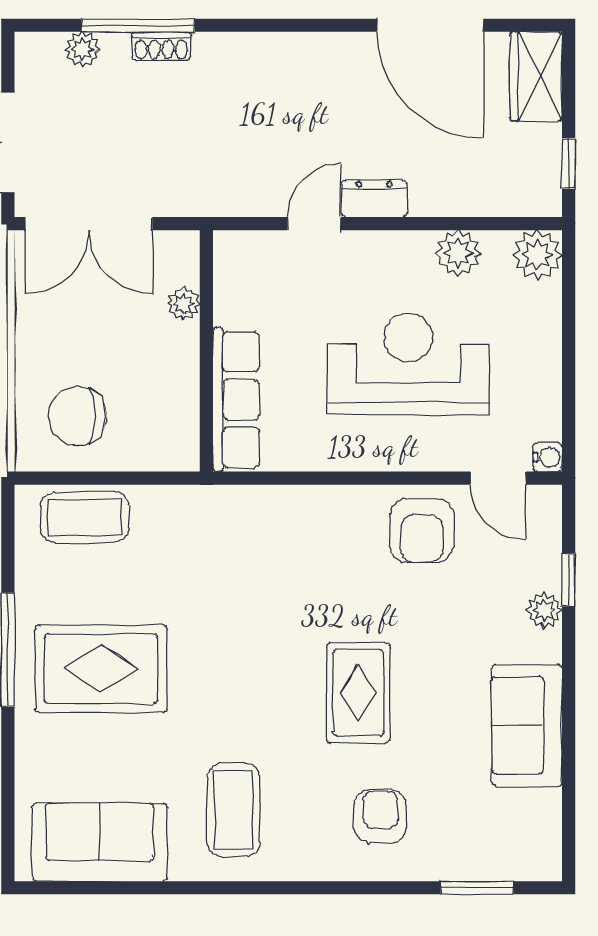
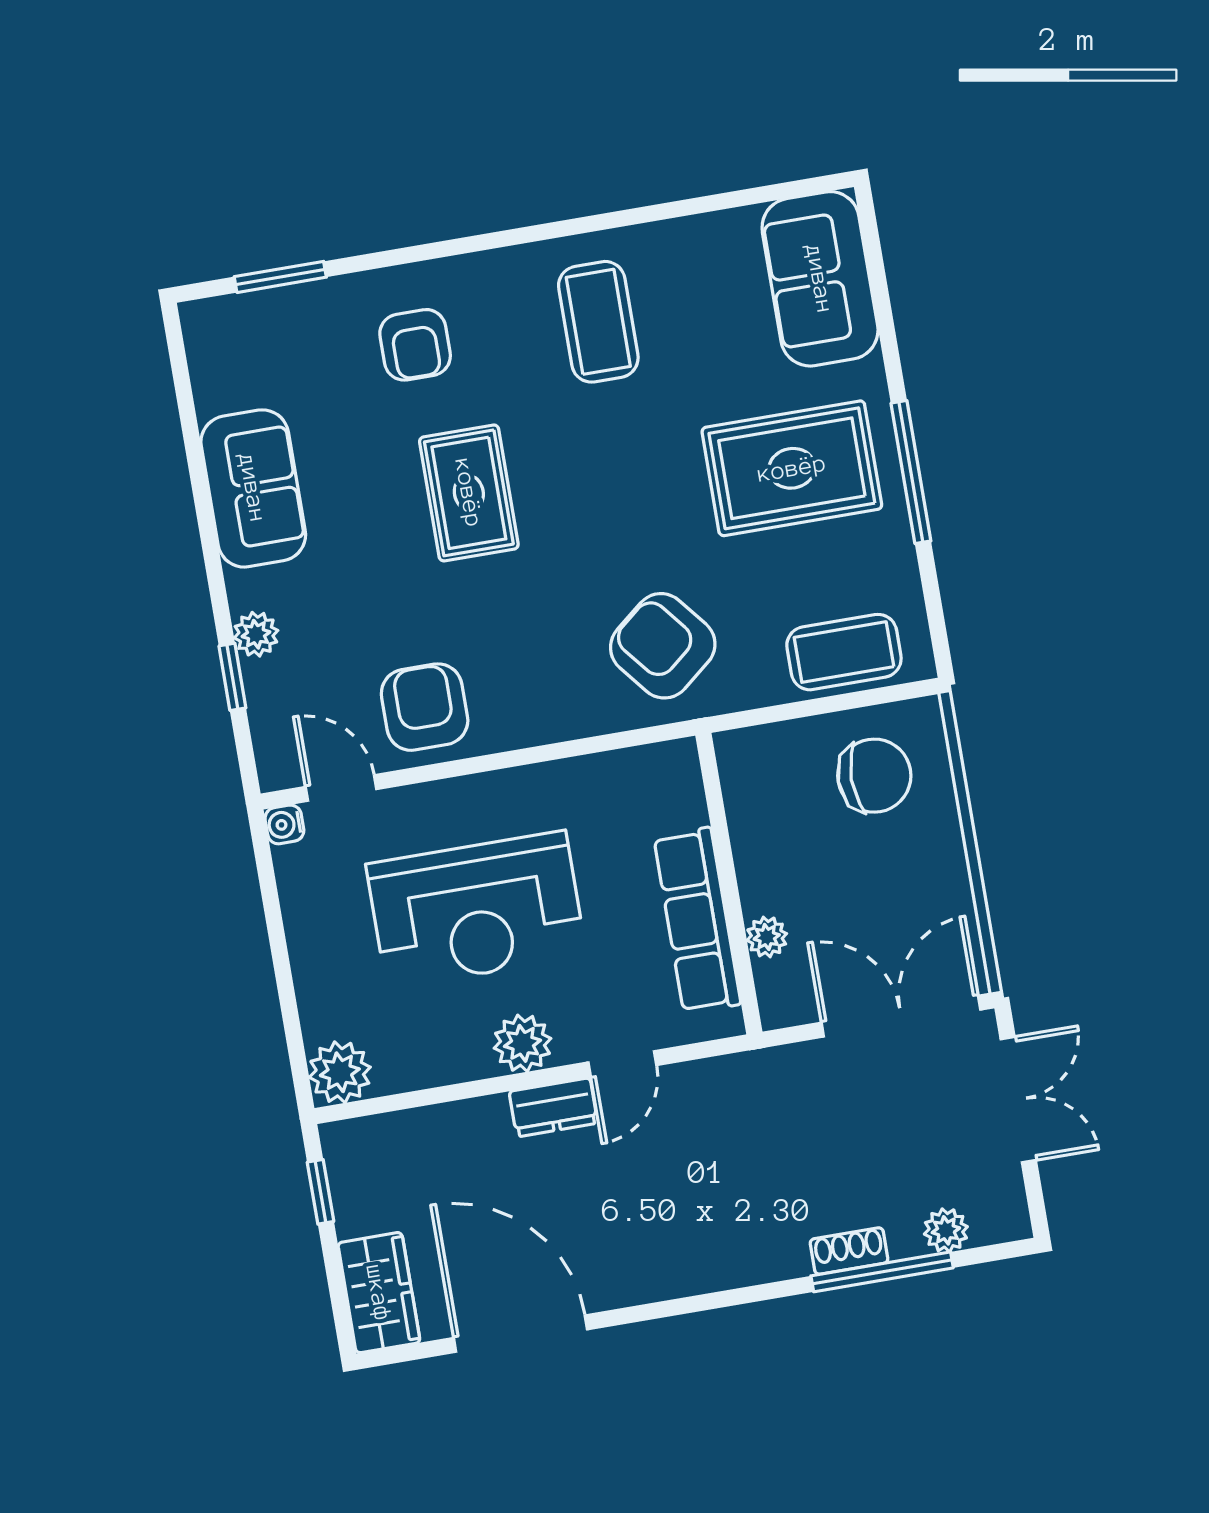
plant: (458, 253) -> (523, 1043), moved
row of seats: (236, 400) -> (697, 920), moved
armchair: (226, 547) -> (663, 646), added
sofa: (100, 842) -> (820, 279), moved, turned 90

